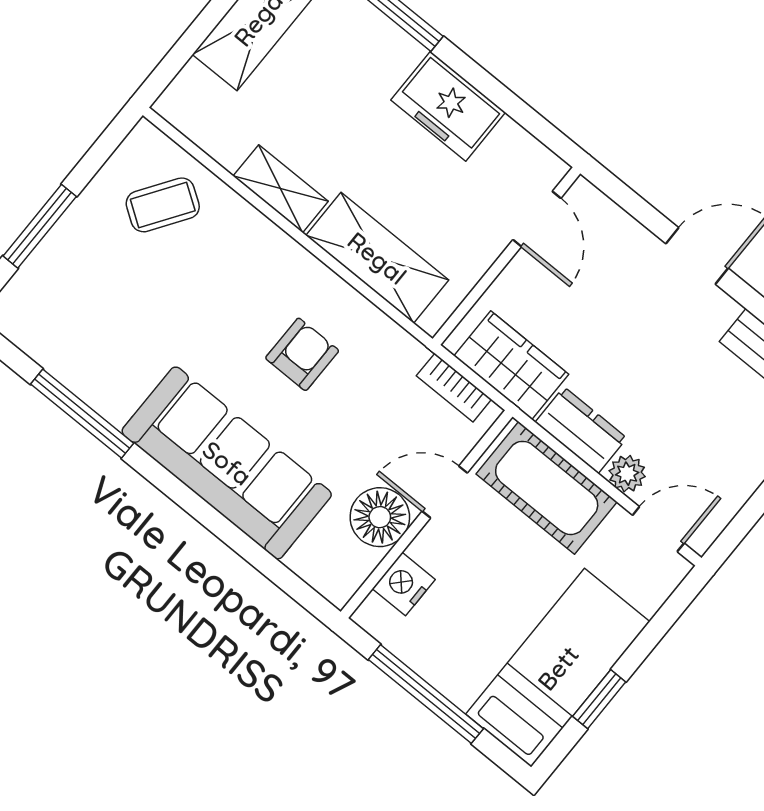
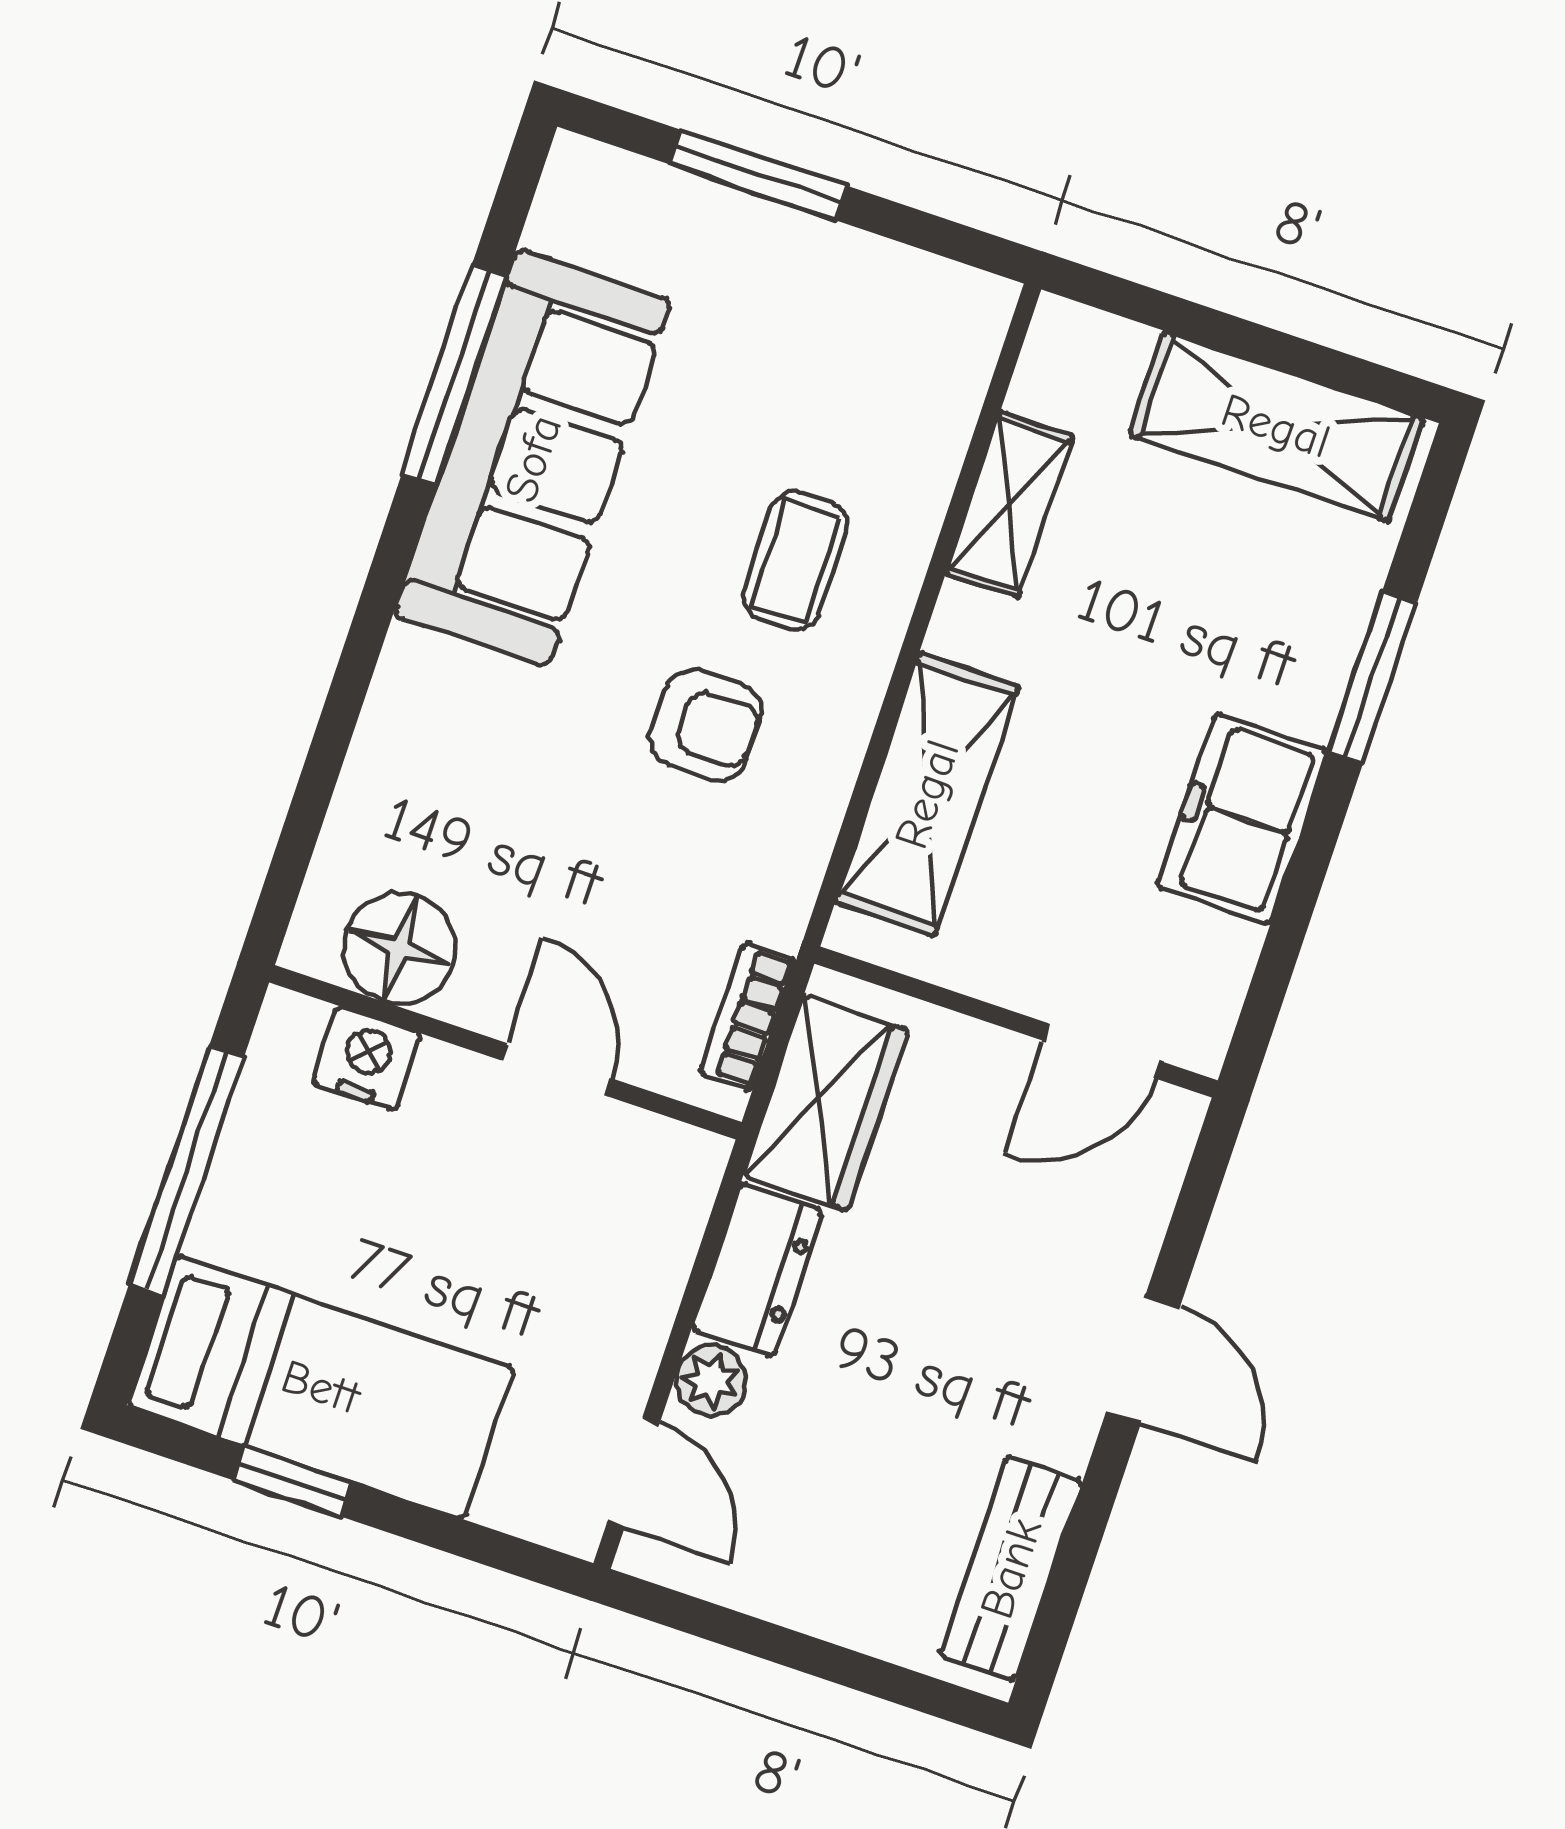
shelving: (281, 189) -> (1009, 504), moved
coffee table: (163, 205) -> (795, 561), moved, turned 56
sofa: (227, 463) -> (533, 458), moved
cot: (547, 488) -> (632, 1248), removed
floor lamp: (380, 517) -> (400, 948), moved

